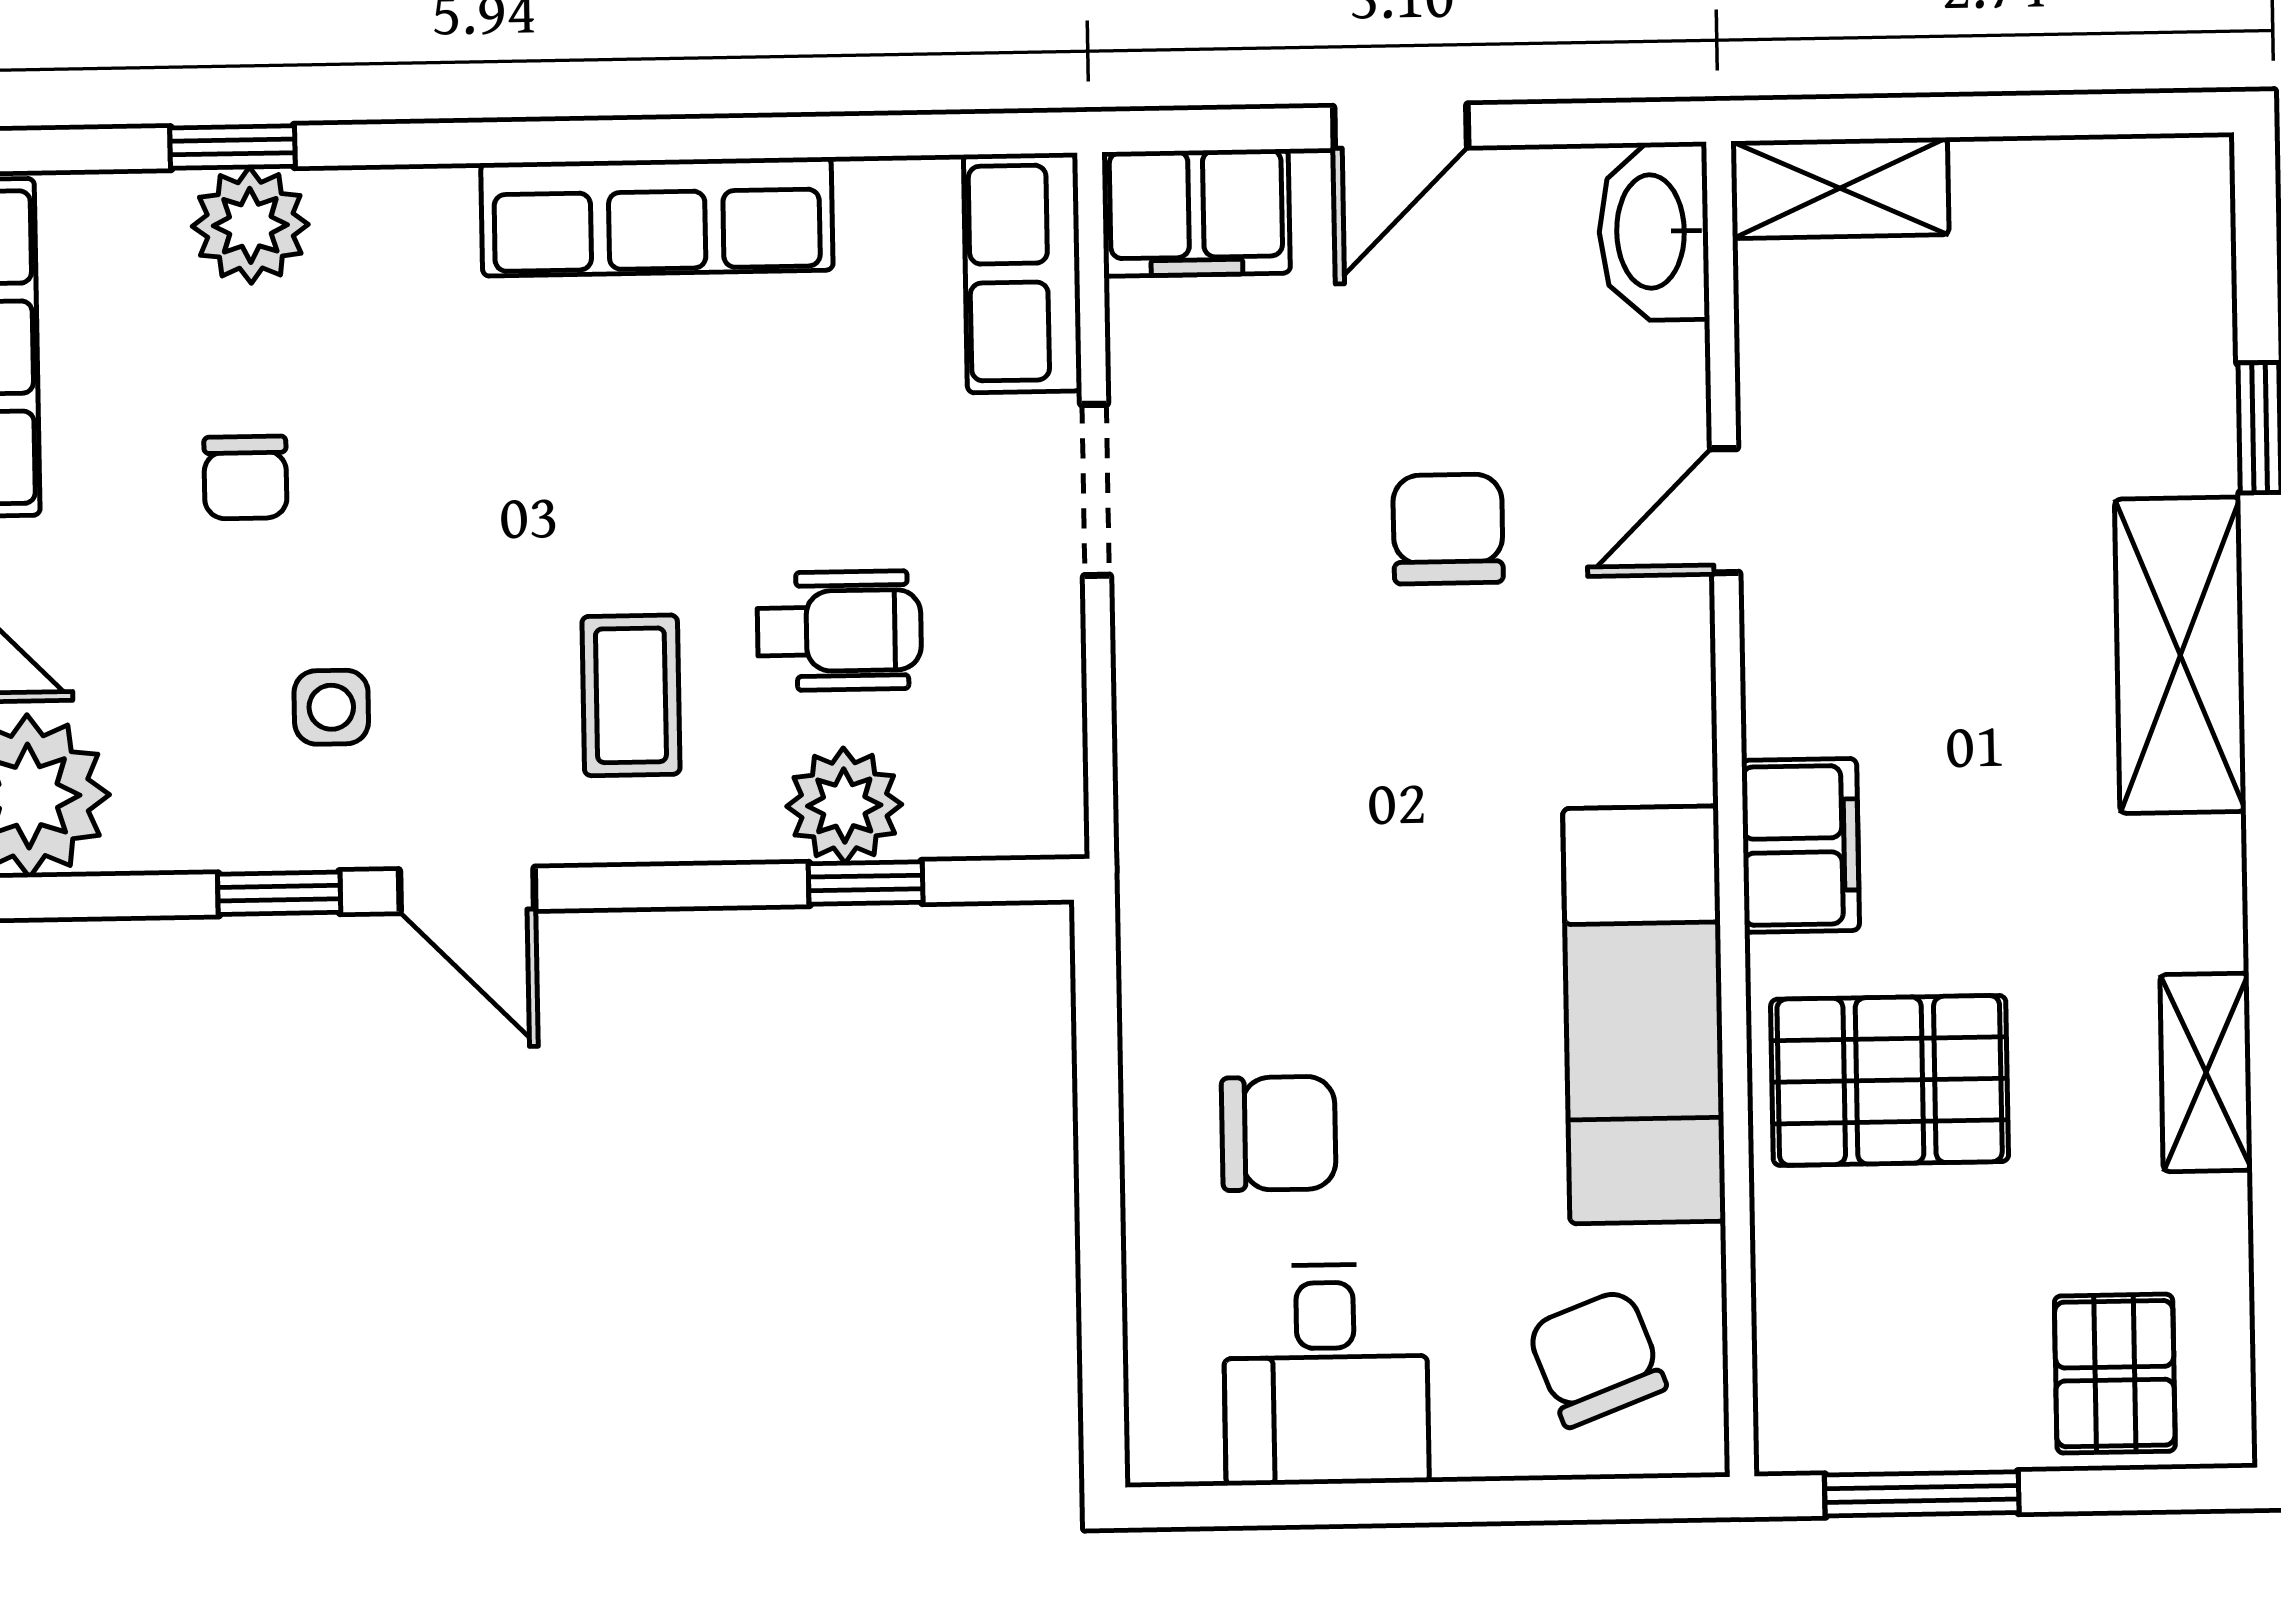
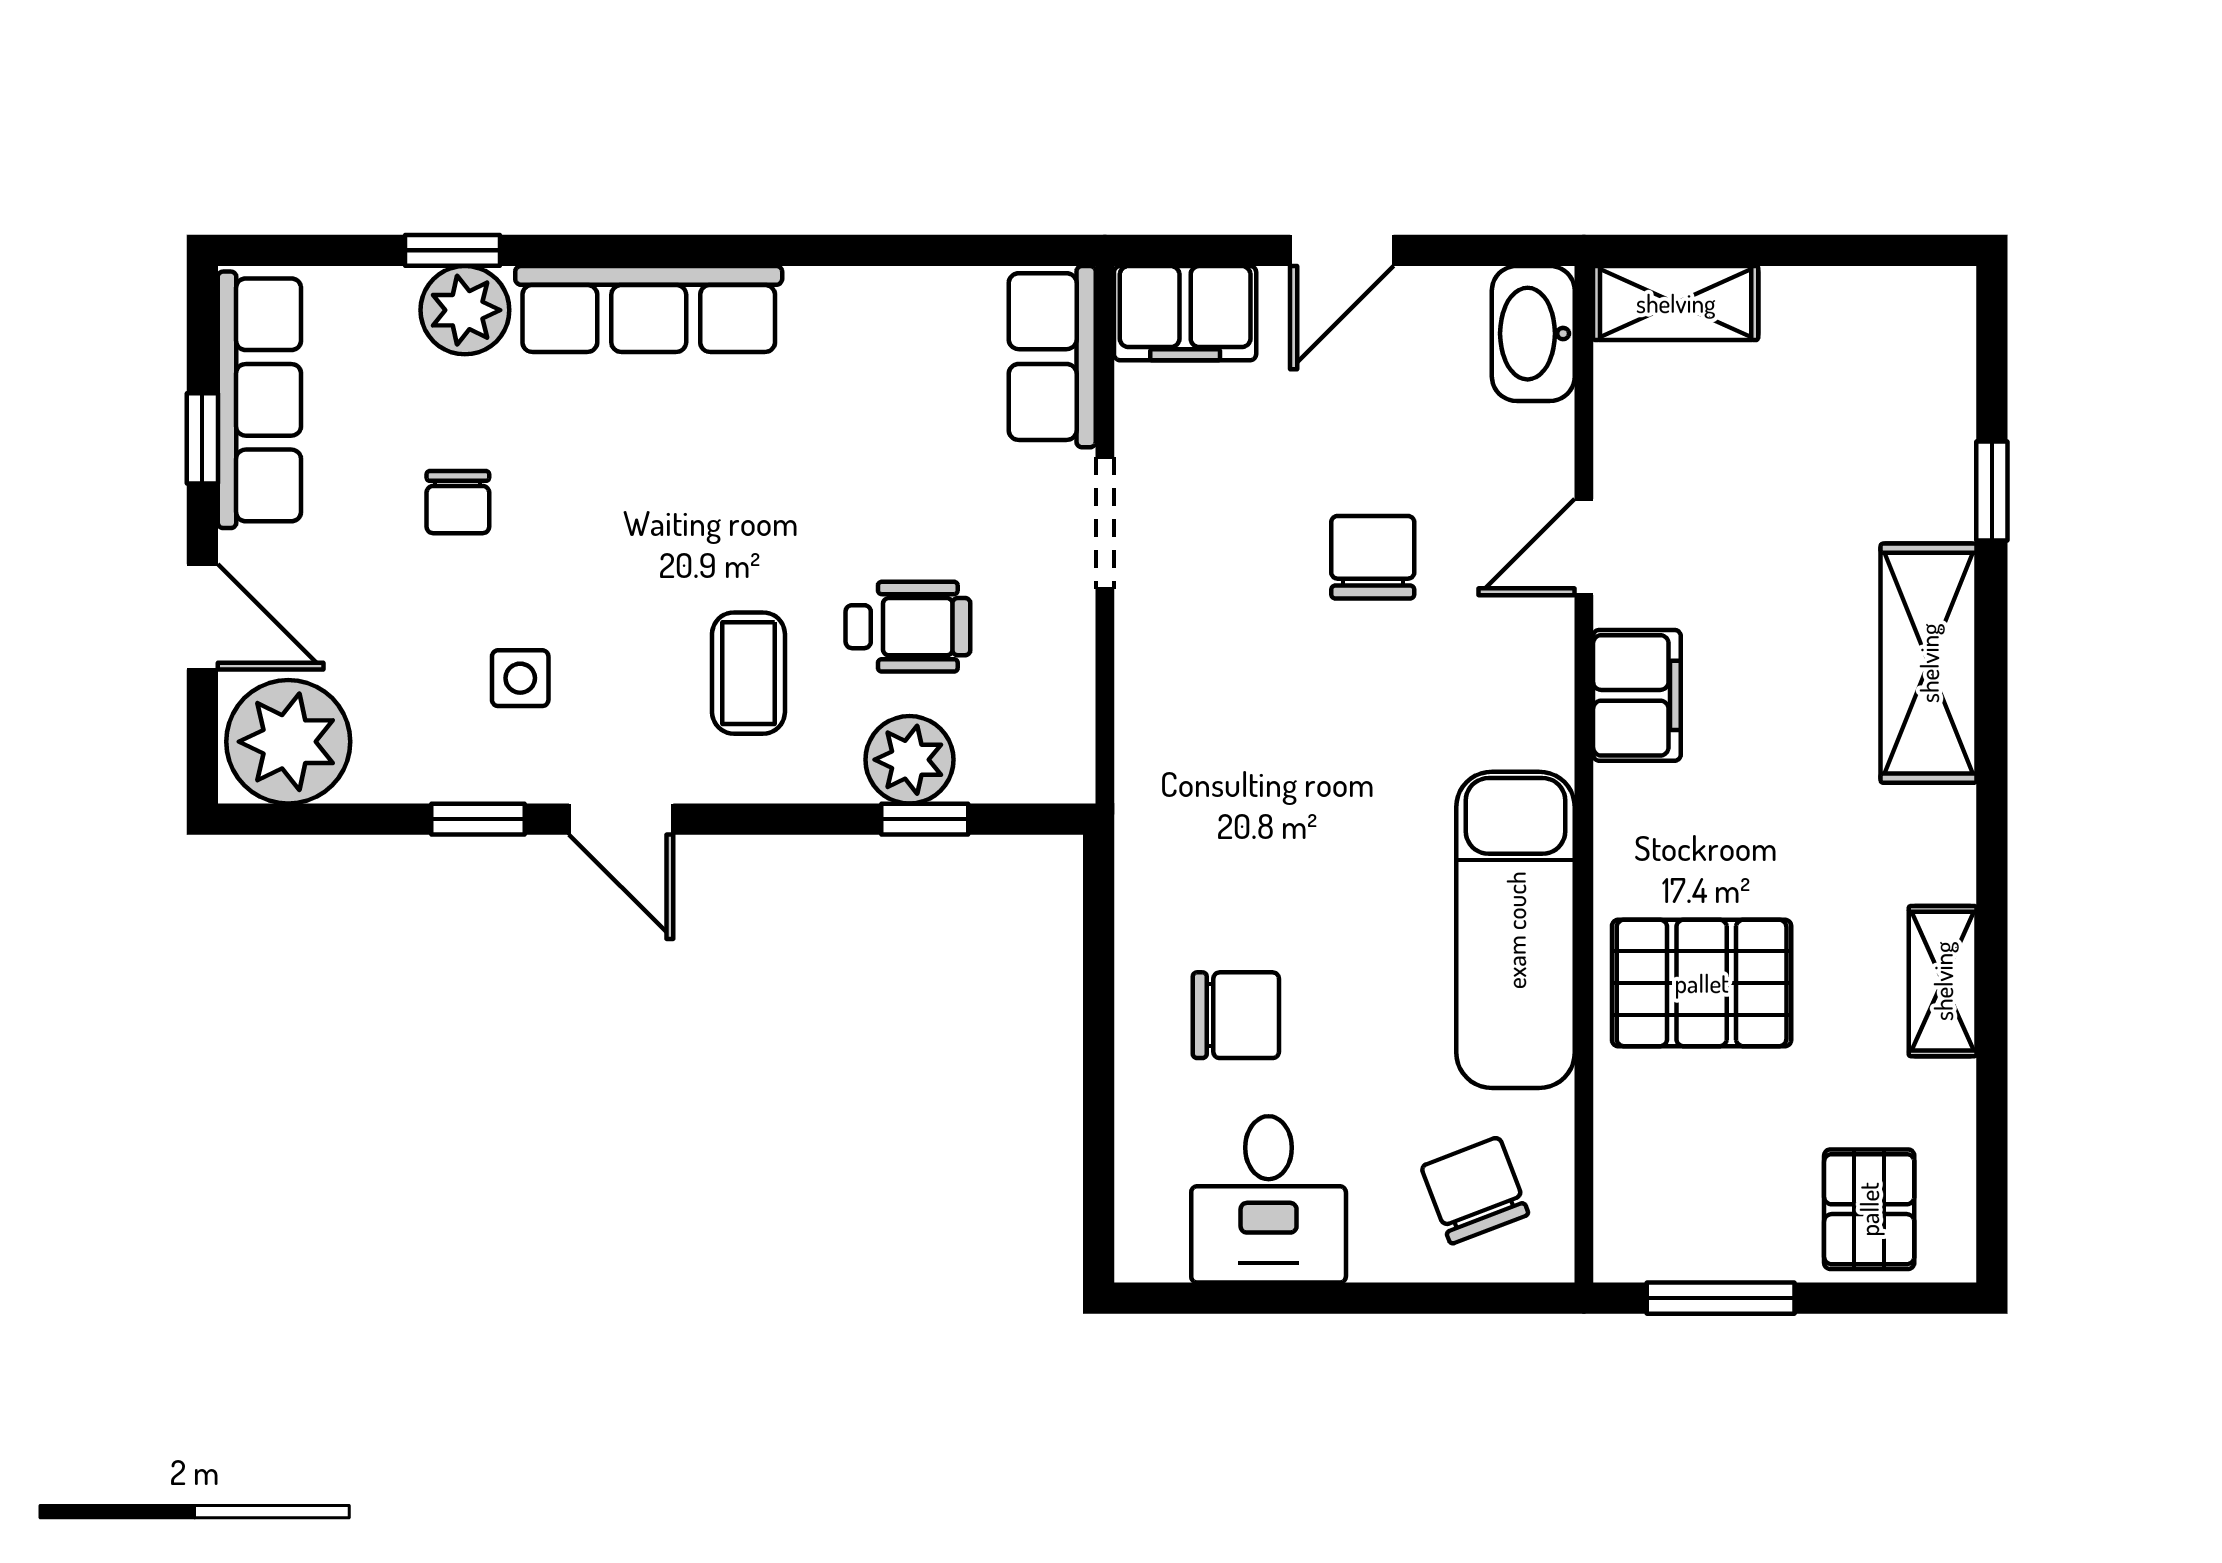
row of seats: (657, 217) -> (649, 309), moved
filing cabinet: (1801, 845) -> (1637, 695), moved

